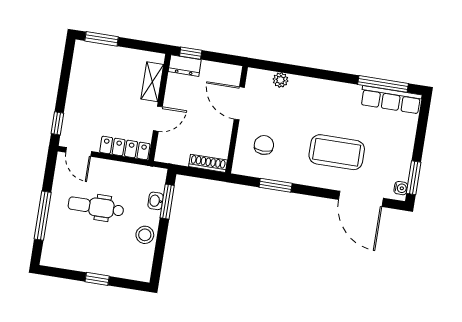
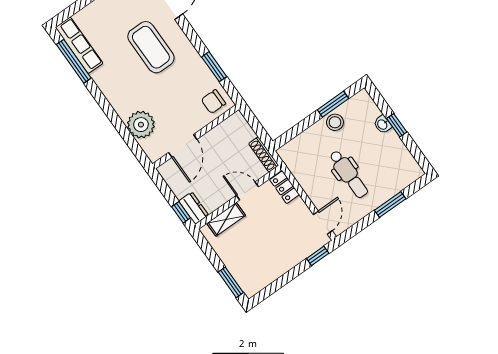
plant: (280, 80) -> (141, 125), width x1.87, depth x1.87
chair: (264, 145) -> (213, 102), moved
locker: (125, 148) -> (285, 187), width x0.66
shoe rack: (208, 163) -> (264, 154), moved
washbasin: (156, 201) -> (383, 124), moved, turned 90
window: (167, 202) -> (333, 104), moved
window: (43, 216) -> (390, 204), width x0.69

